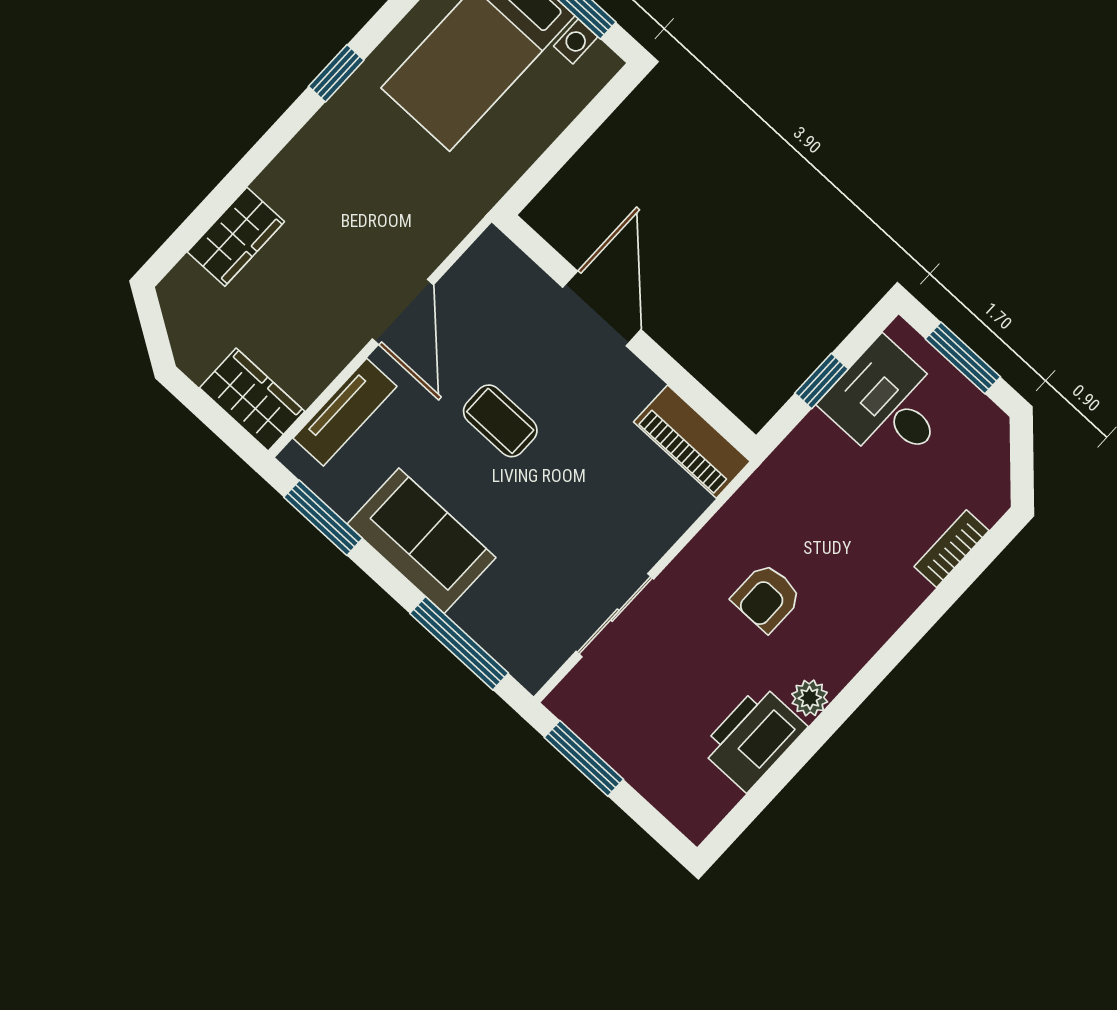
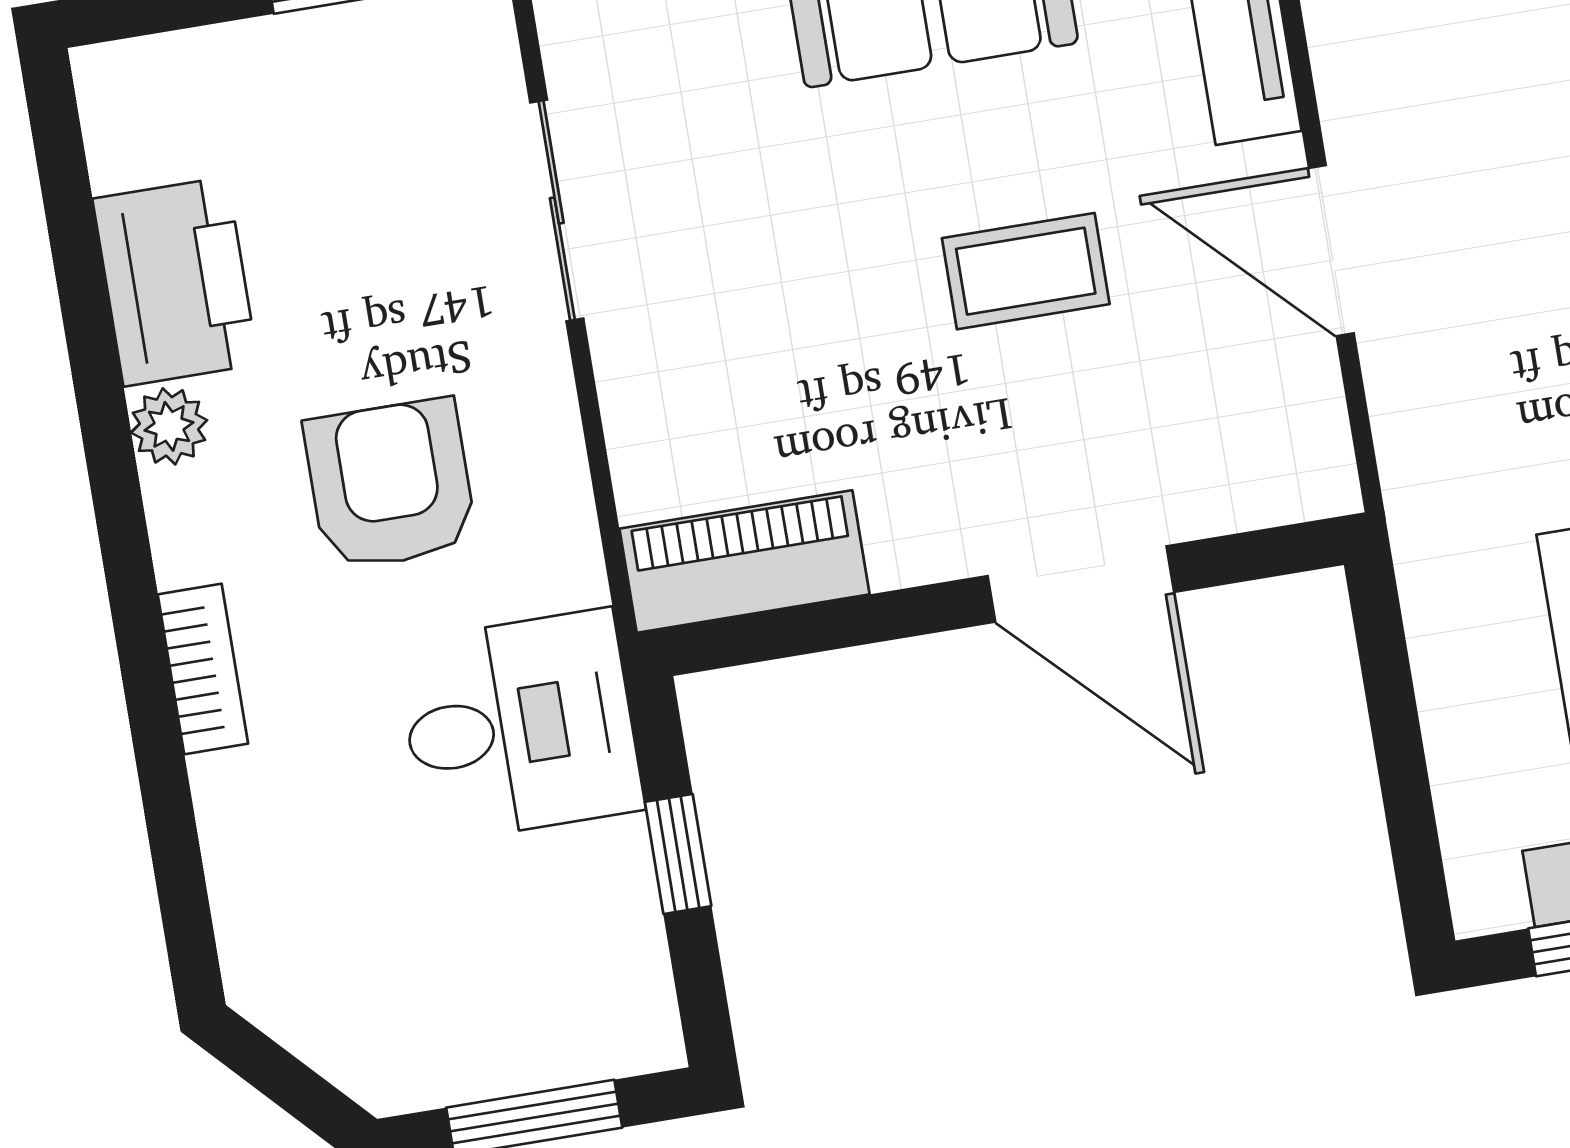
desk: (888, 404) -> (520, 726), moved
bookcase: (952, 549) -> (203, 669), moved
armchair: (767, 598) -> (390, 484), width x1.38, depth x1.38

